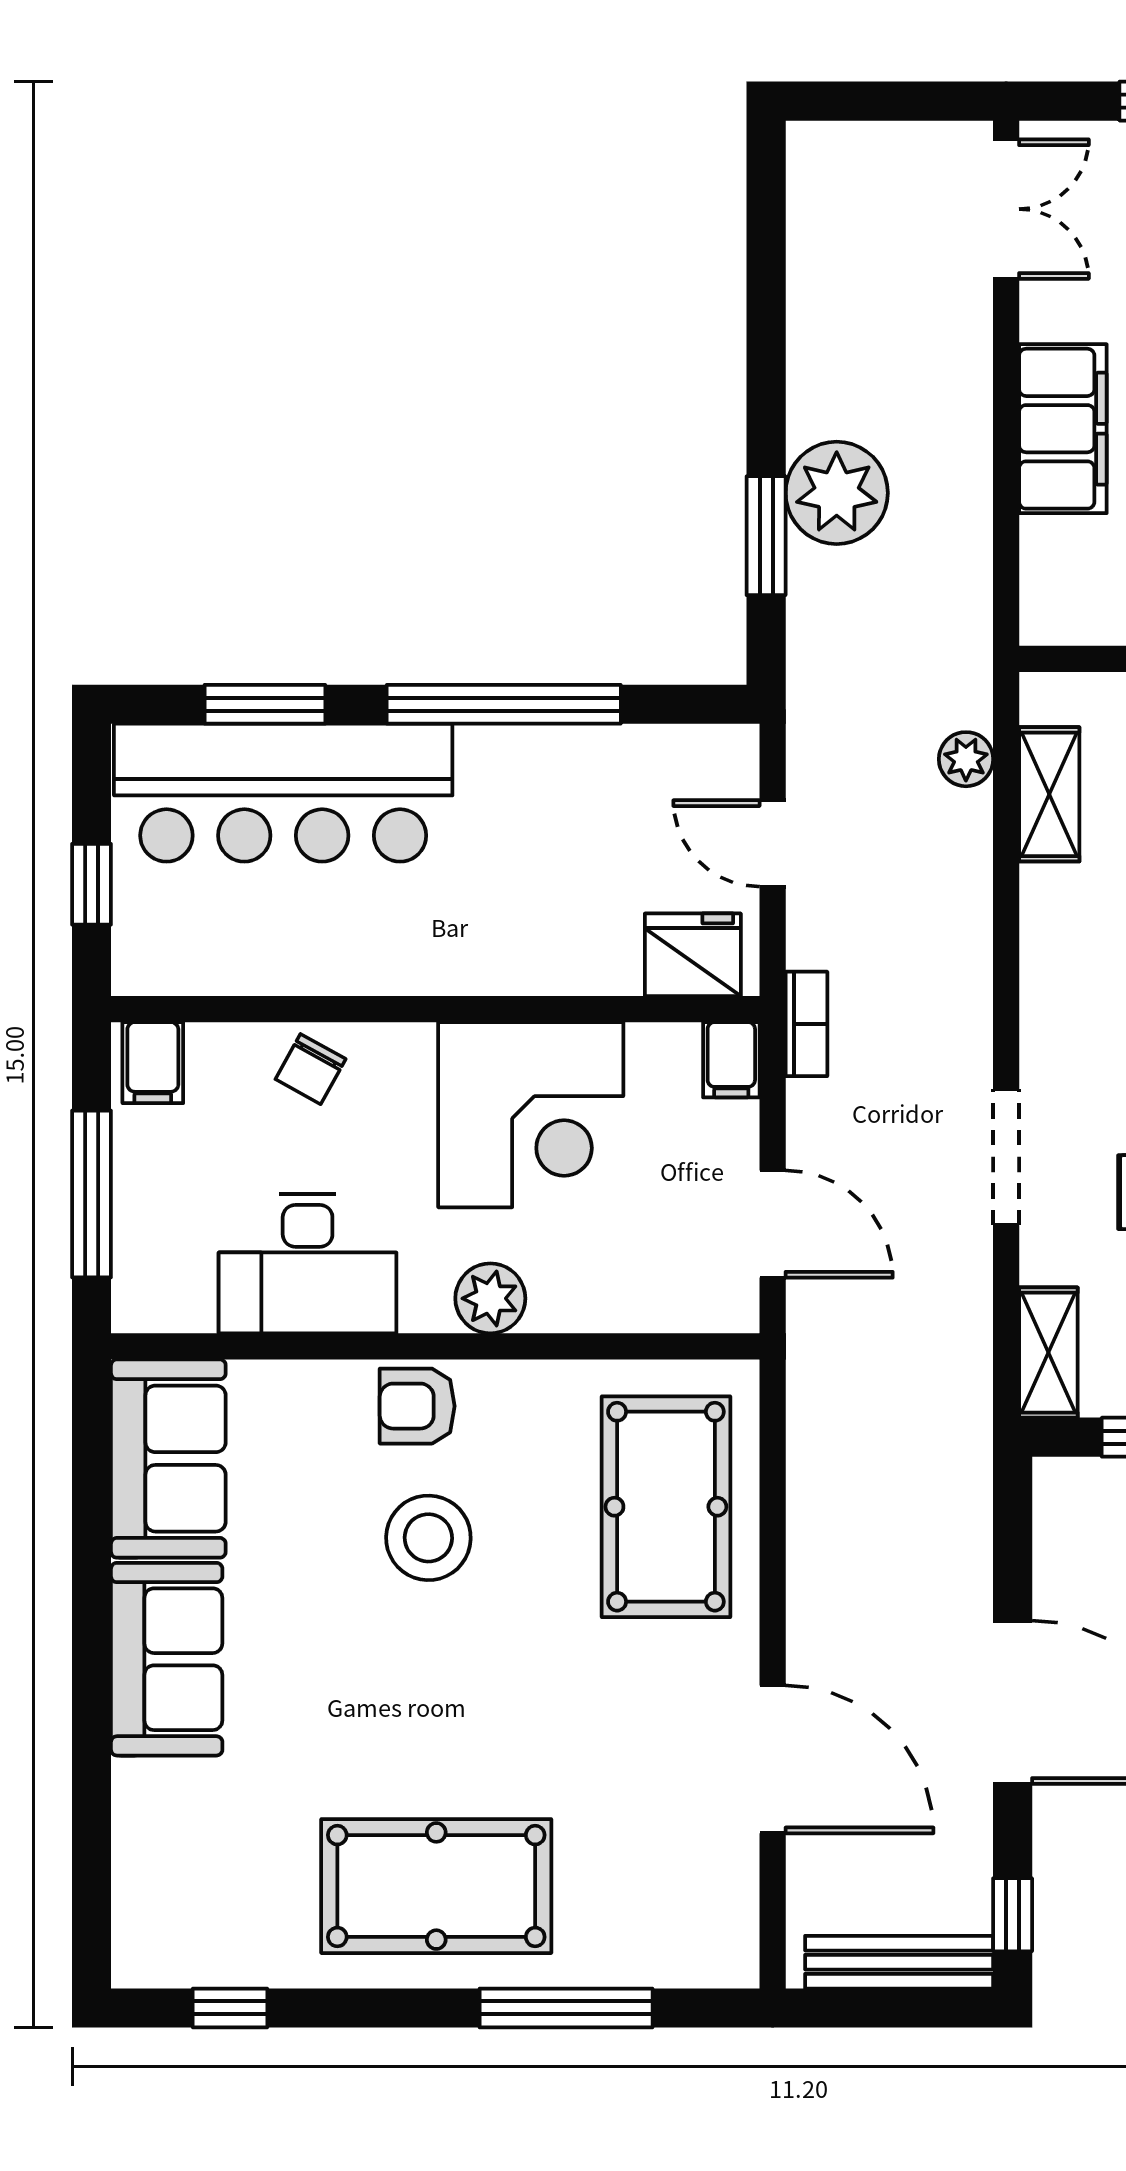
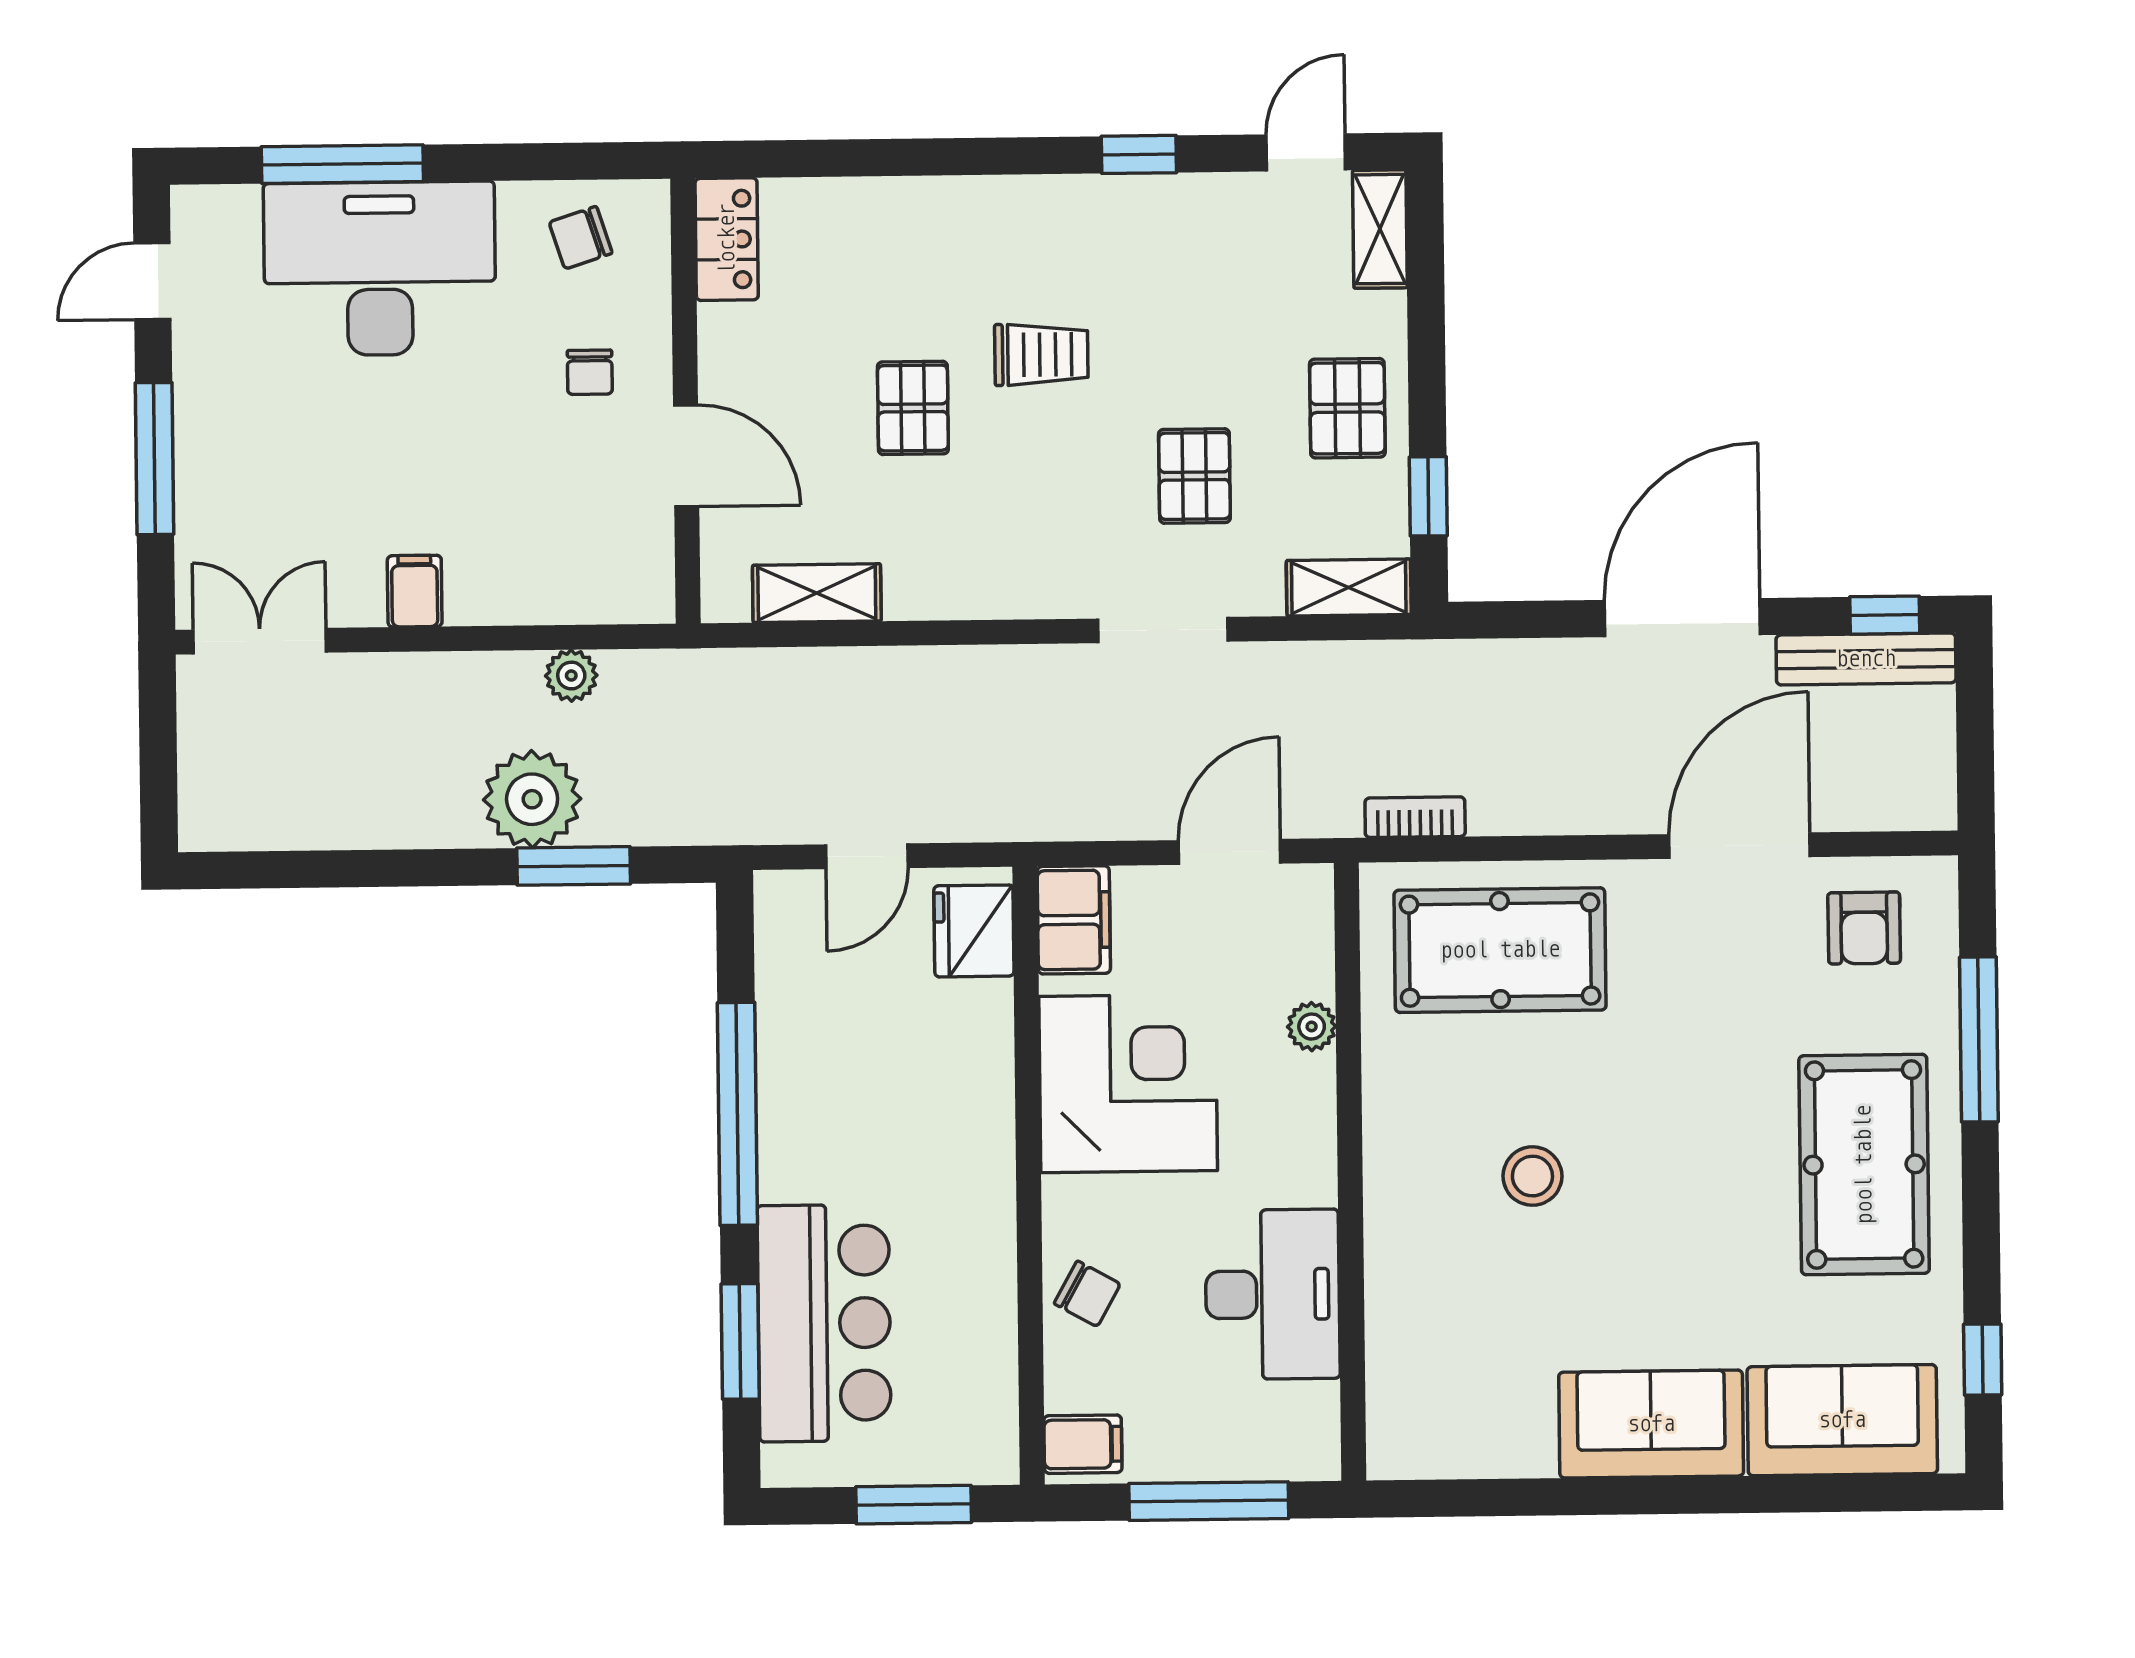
filing cabinet: (1063, 429) -> (415, 591), width x0.33, depth x0.86
plant: (966, 759) -> (571, 676), moved
bar counter: (283, 793) -> (824, 1323), width x0.73
window: (92, 884) -> (914, 1505), width x1.50
bookcase: (806, 1024) -> (1415, 817), moved
filing cabinet: (731, 1060) -> (1074, 920), width x2.00
plant: (490, 1298) -> (1312, 1027), moved, width x0.73, depth x0.73
armchair: (417, 1406) -> (1864, 928), moved
sofa: (168, 1459) -> (1842, 1420), moved
stool: (428, 1538) -> (1532, 1176), width x0.73, depth x0.73
bench: (899, 1962) -> (1866, 659), moved, turned 90

